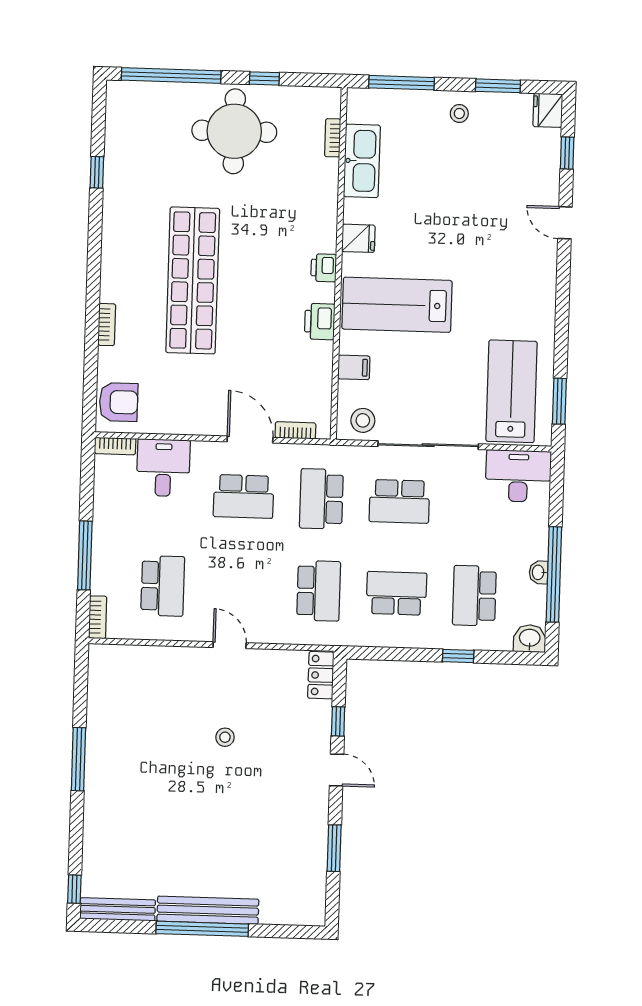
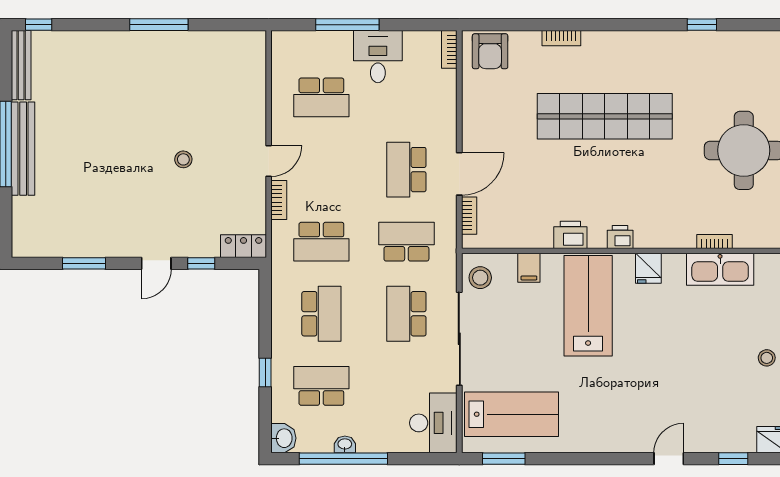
bookcase: (333, 138) -> (715, 242), moved
desk: (163, 468) -> (378, 57), moved, turned -90
bookcase: (98, 617) -> (279, 200), moved, turned -90

